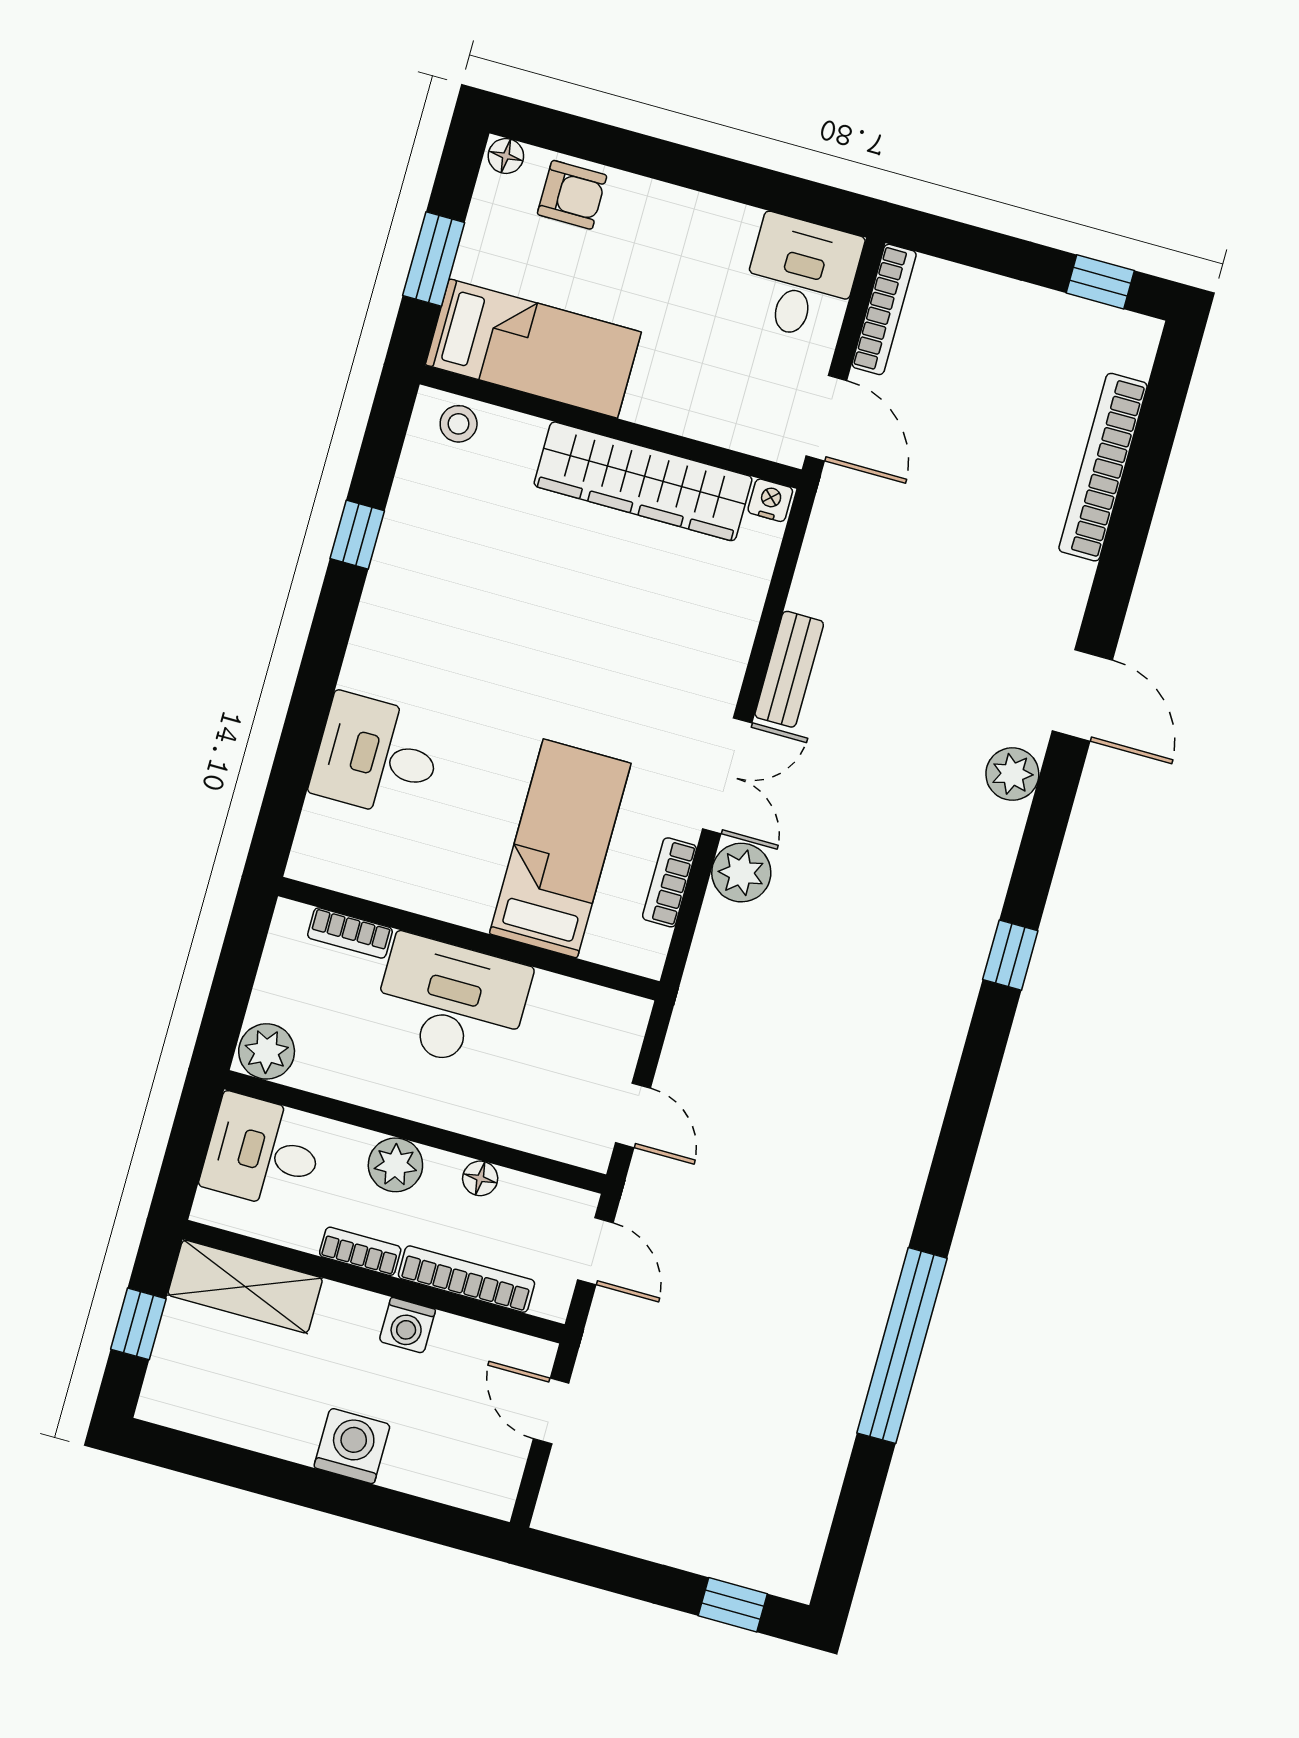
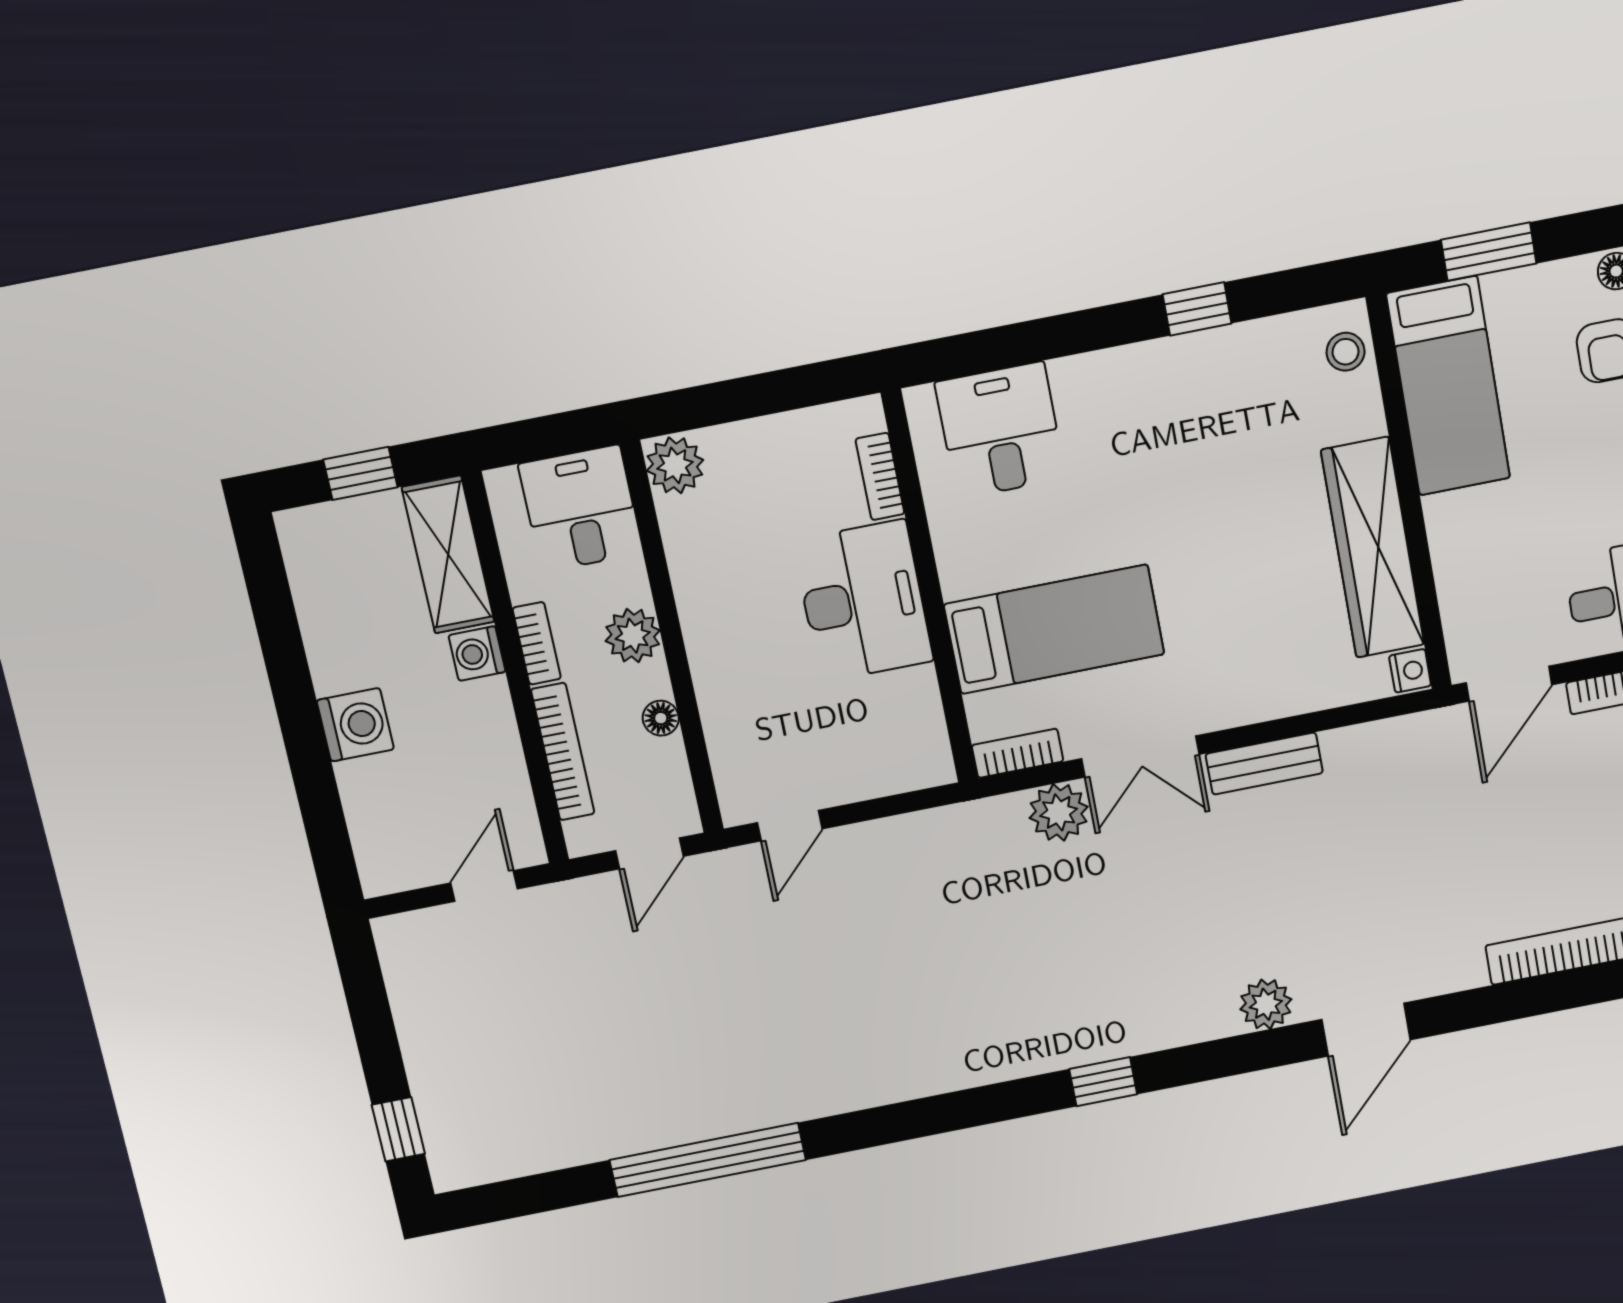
bed: (560, 849) -> (1054, 629), moved
bookcase: (350, 933) -> (880, 476), moved
wall: (469, 939) -> (930, 588), moved
desk: (451, 1003) -> (863, 601), moved
washing machine: (407, 1325) -> (477, 654), moved

